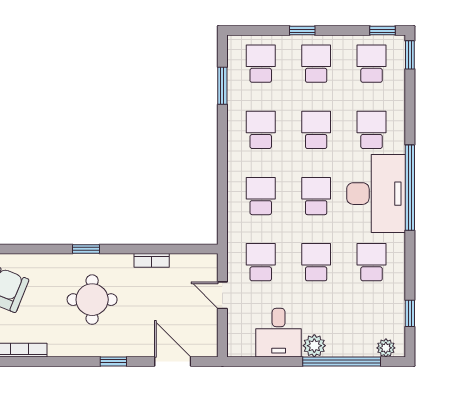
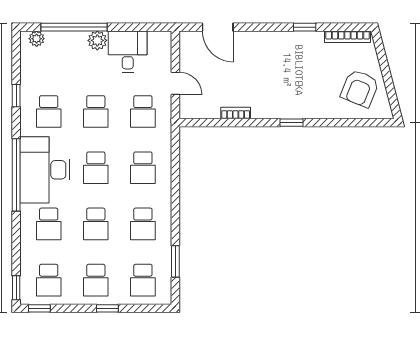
round table: (92, 300) -> (286, 80), removed
window: (410, 313) -> (16, 96), moved
window: (113, 361) -> (305, 27), moved

